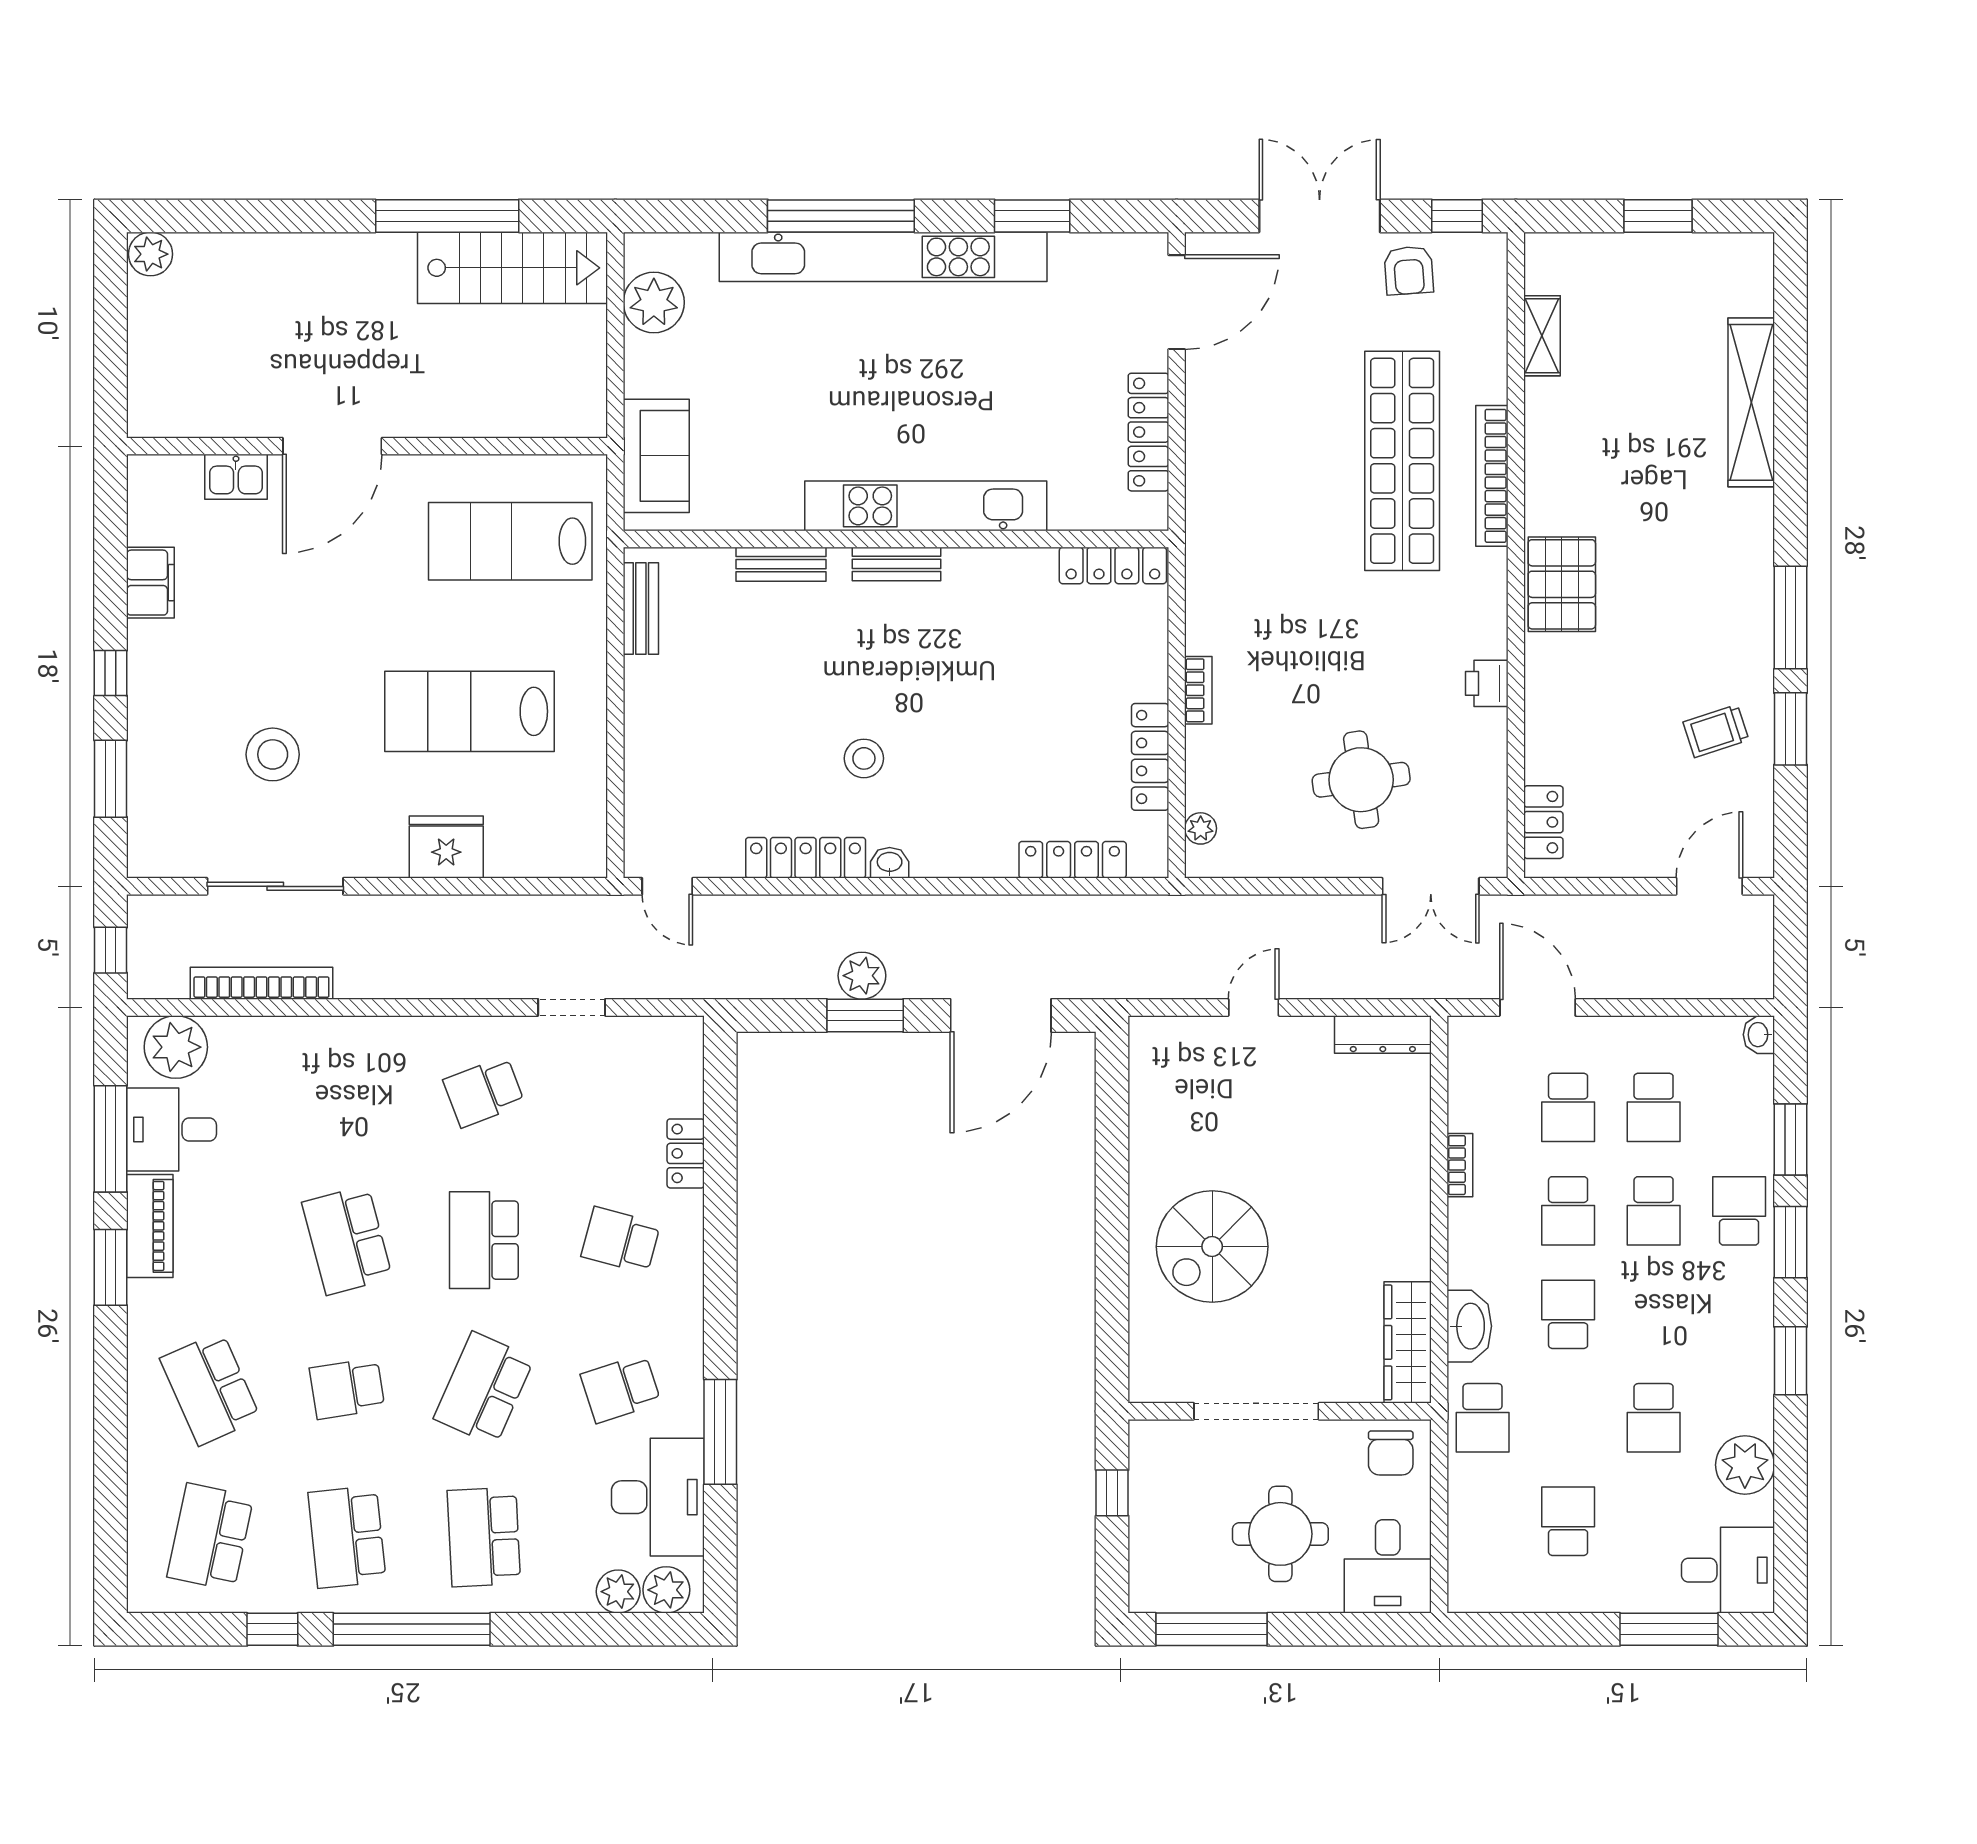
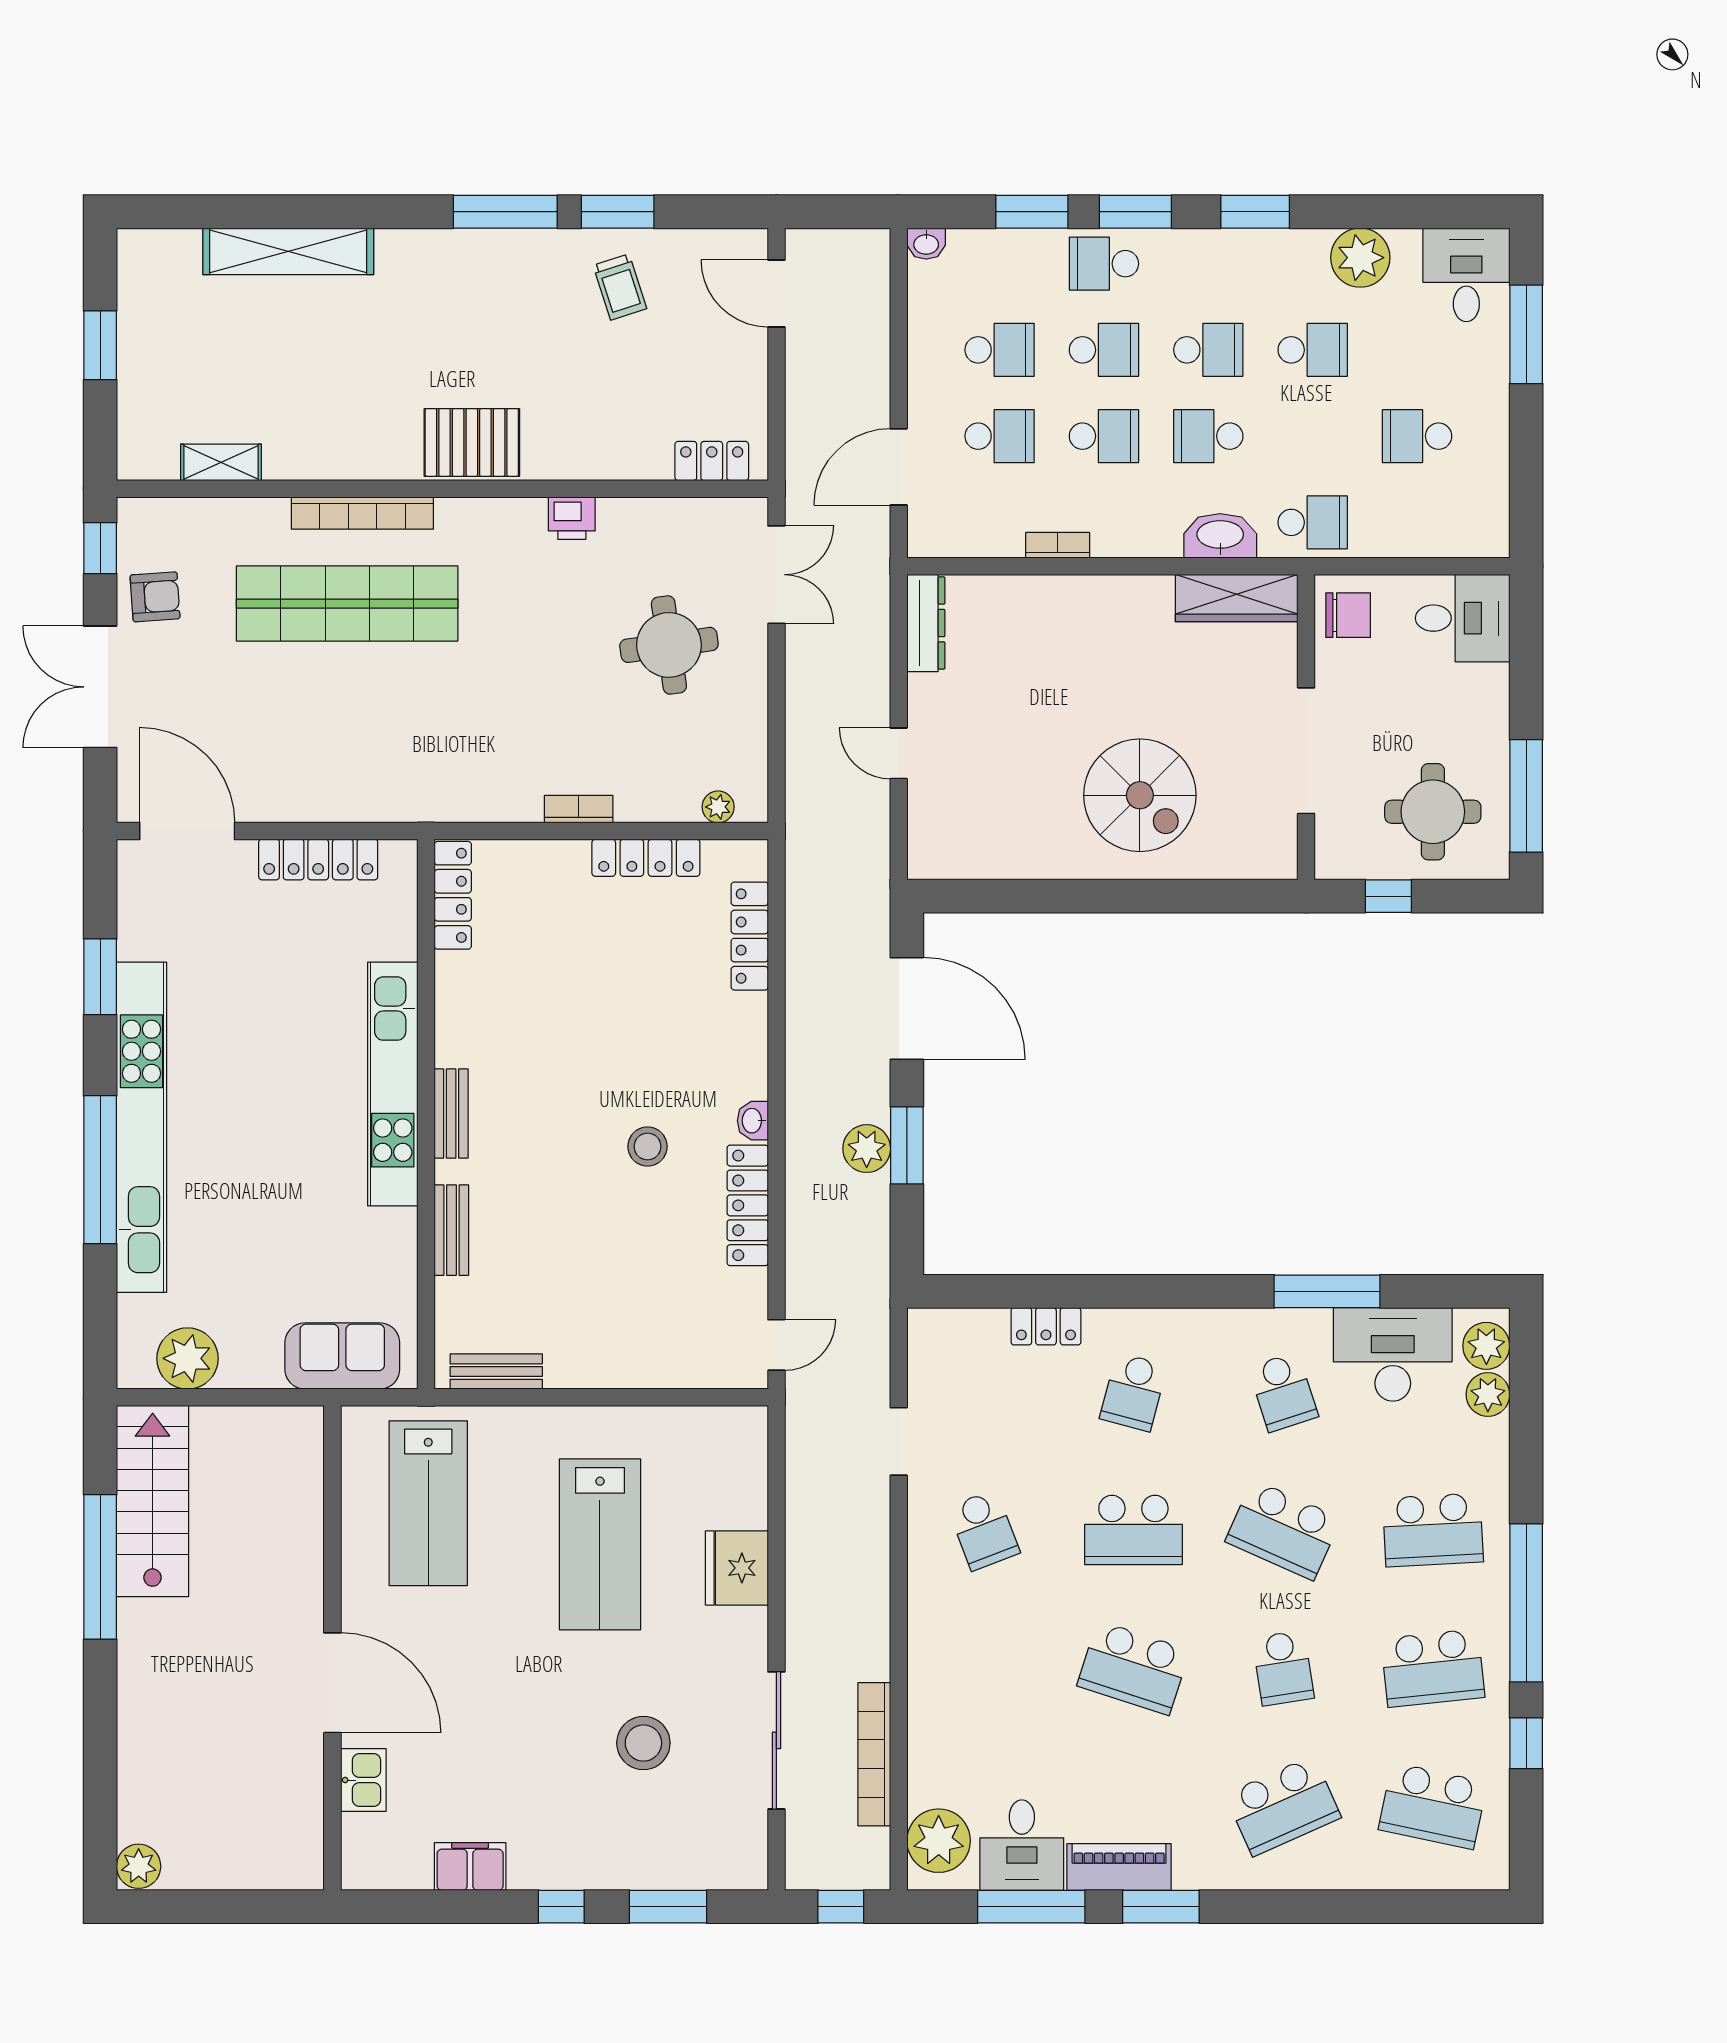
school desk: (347, 1240) -> (1133, 1668), turned 33
school desk: (1654, 1314) -> (1208, 350), added
round table: (1280, 1534) -> (1433, 812), moved

